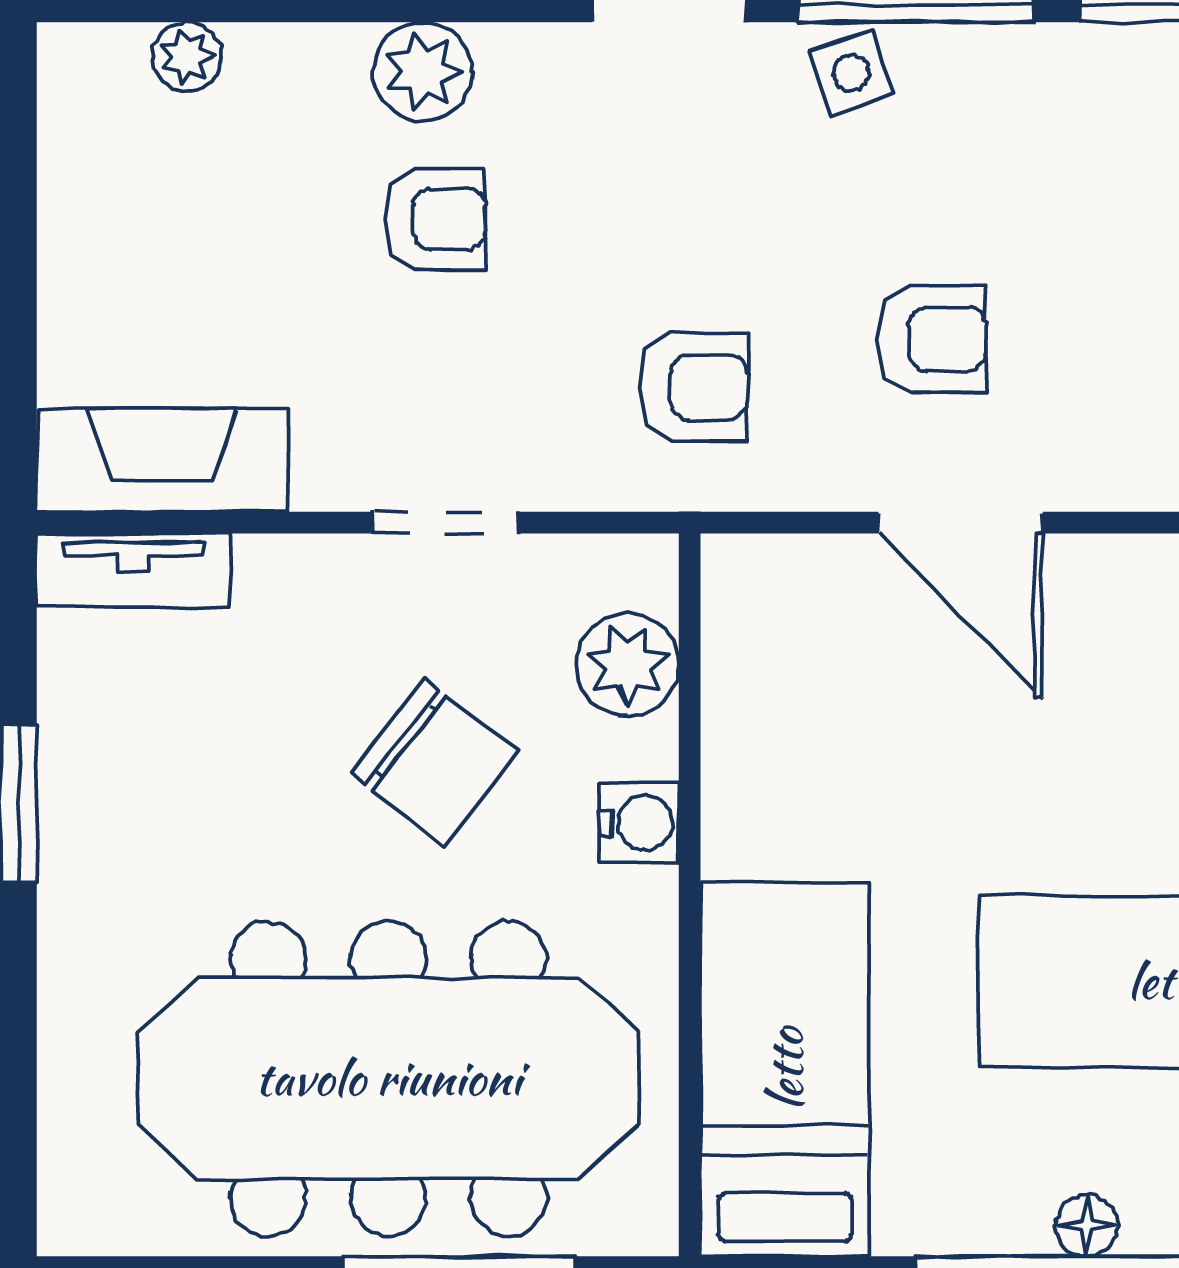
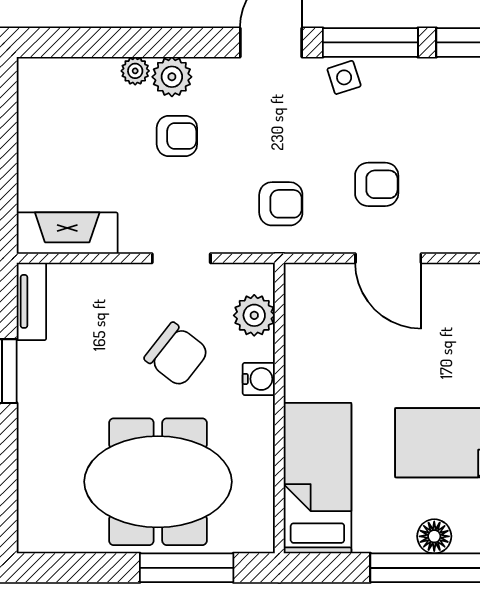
plant: (187, 57) -> (135, 71), moved
tv unit: (133, 570) -> (31, 301), moved, turned -90
meeting table: (388, 1078) -> (158, 482), width x0.73
floor lamp: (1087, 1226) -> (434, 536), width x1.37, depth x1.37

